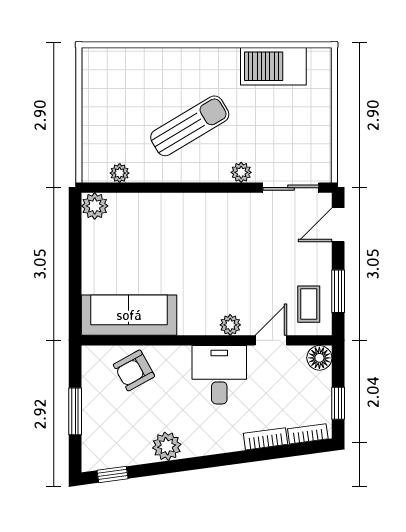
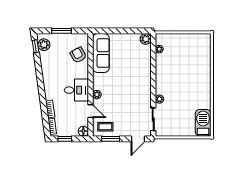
barbecue: (273, 66) -> (203, 123), moved
sun lounger: (190, 126) -> (179, 78), removed
door: (338, 225) -> (138, 139), swing flipped
plant: (167, 446) -> (44, 45), moved

